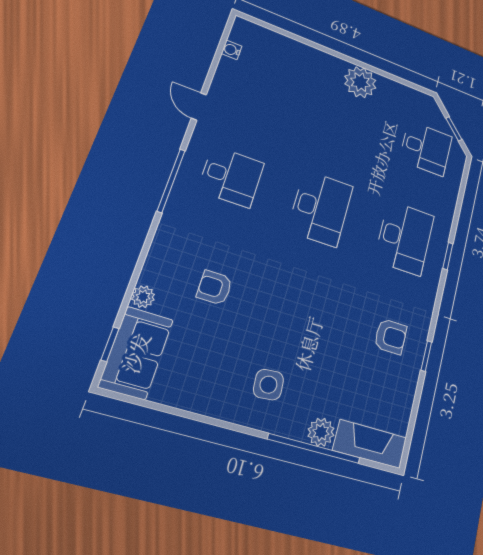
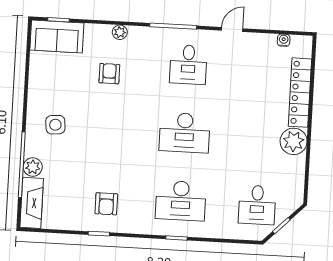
locker: (303, 54) -> (300, 93), added
plant: (143, 297) -> (120, 32), moved

